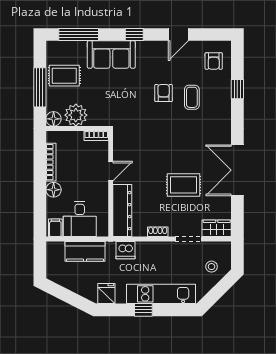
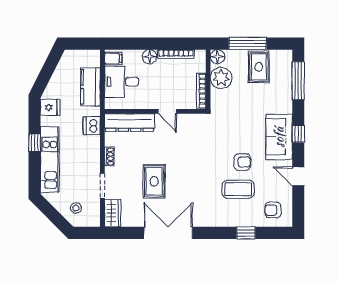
sofa: (111, 54) -> (279, 137), moved
coffee table: (192, 97) -> (238, 189), width x1.36, depth x1.30
bookcase: (96, 136) -> (201, 91), width x1.56

